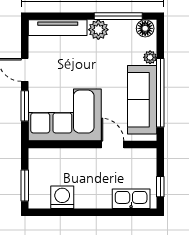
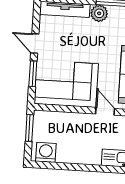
window: (25, 185) -> (29, 128), moved
washing machine: (62, 197) -> (46, 152), moved

